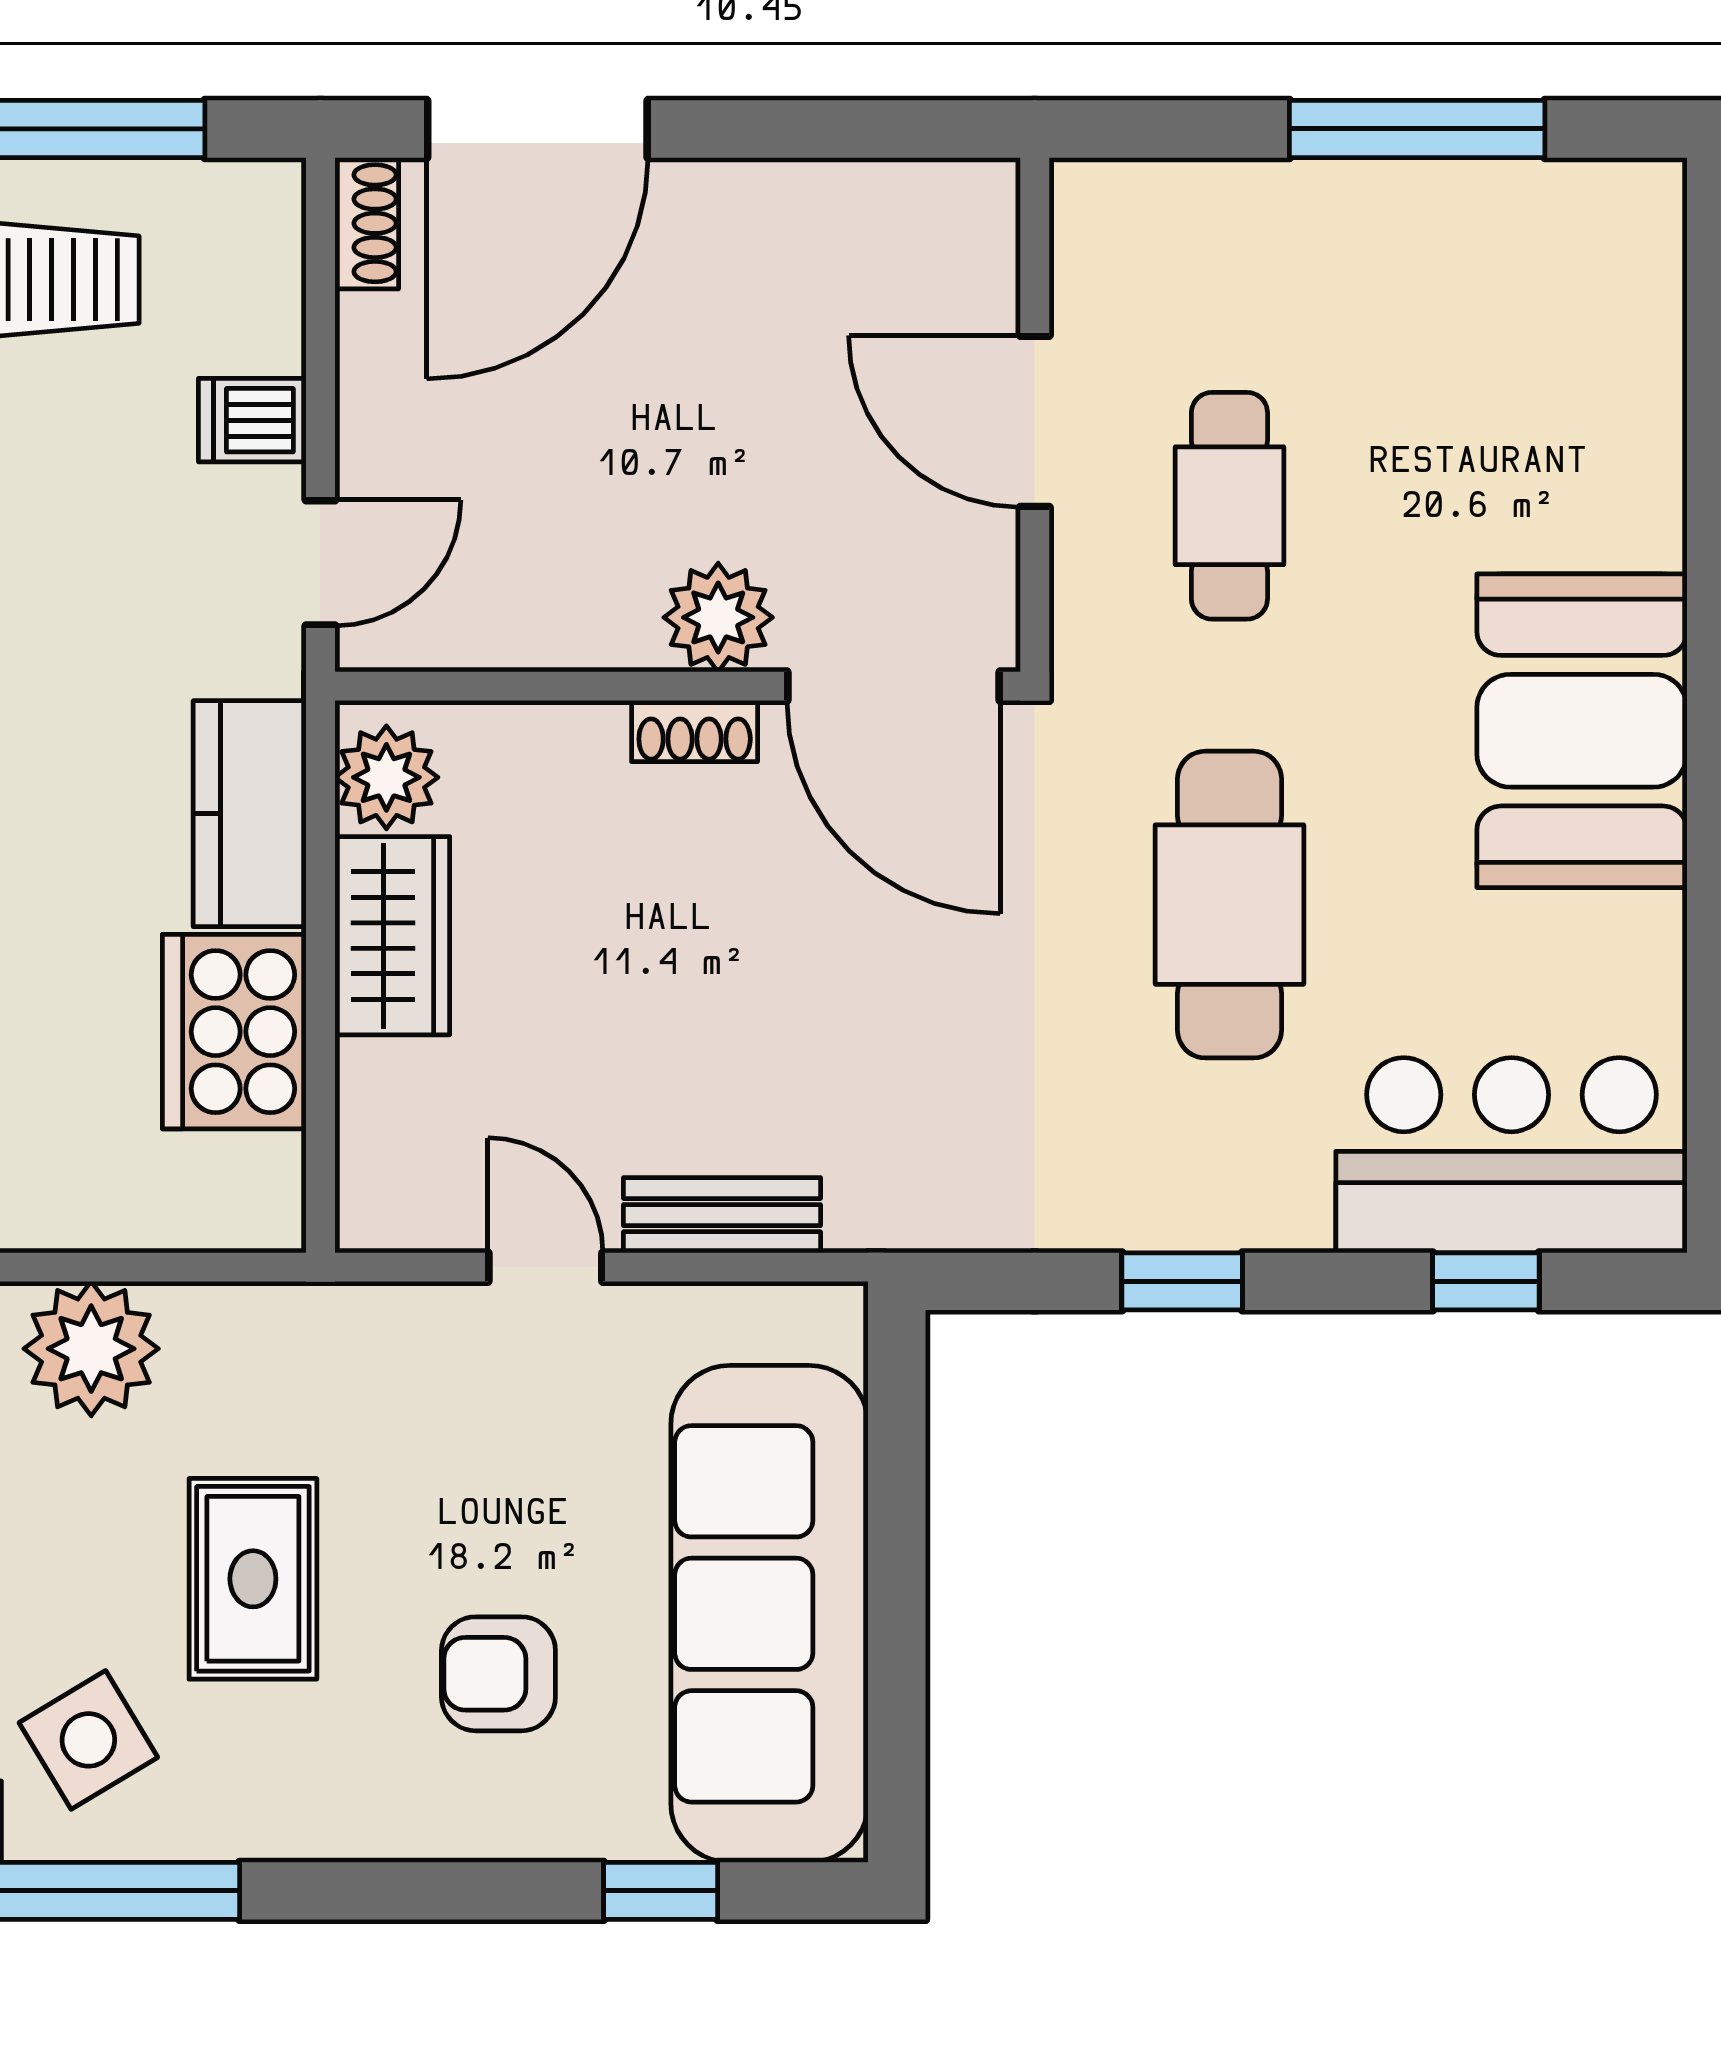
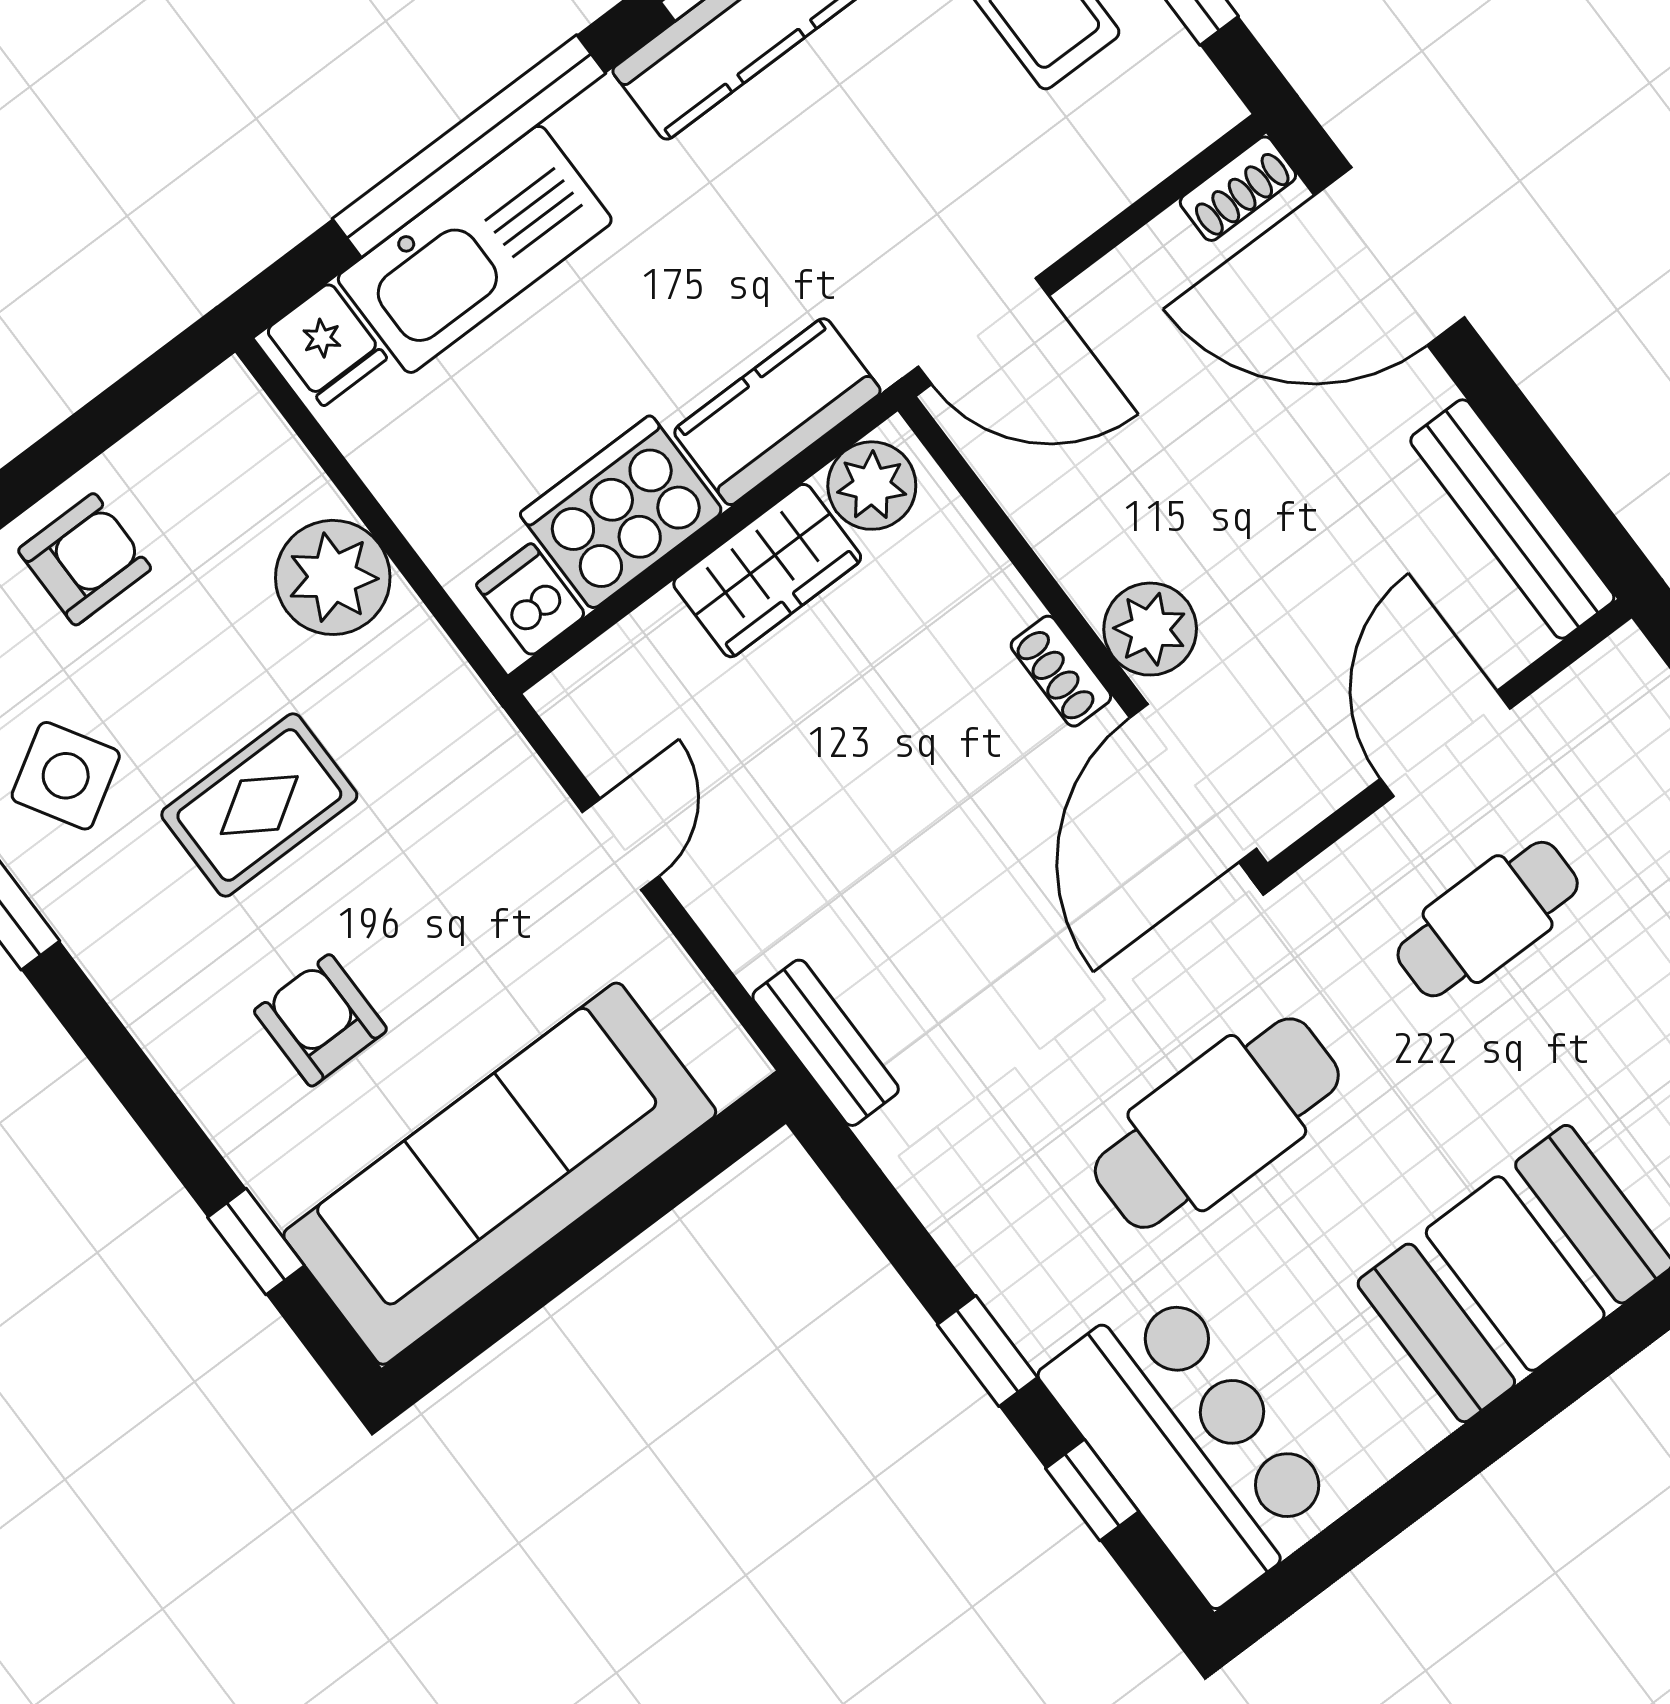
bench: (871, 199) -> (1512, 519), added
dishwasher: (252, 420) -> (531, 600), moved
door: (320, 563) -> (984, 331), width x1.38
bench: (722, 1215) -> (826, 1043), moved
window: (1182, 1281) -> (987, 1351), moved

